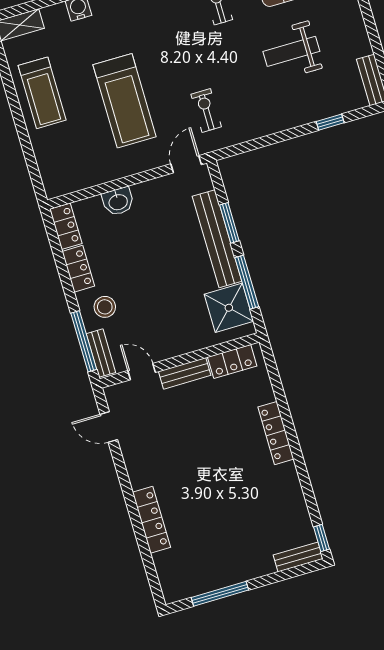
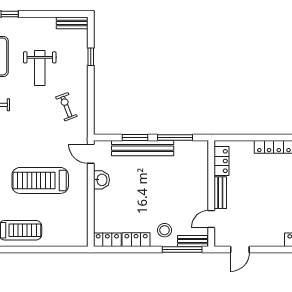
treadmill: (125, 101) -> (40, 180), turned 180
exercise bike: (206, 110) -> (66, 107), moved, turned 69
washbasin: (118, 201) -> (101, 180), moved
shower: (229, 308) -> (188, 153), removed

